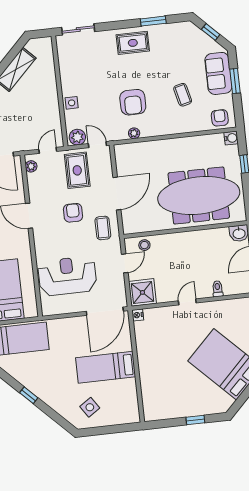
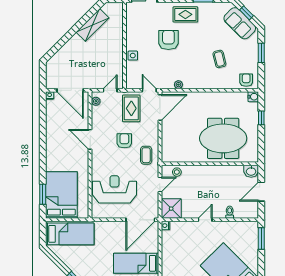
sofa: (218, 73) -> (240, 23), moved, turned -45
armchair: (133, 102) -> (168, 40), moved, turned 180
plant: (77, 137) -> (134, 83), removed
door: (117, 193) -> (160, 107), moved
meeting table: (199, 196) -> (223, 138), width x0.73

